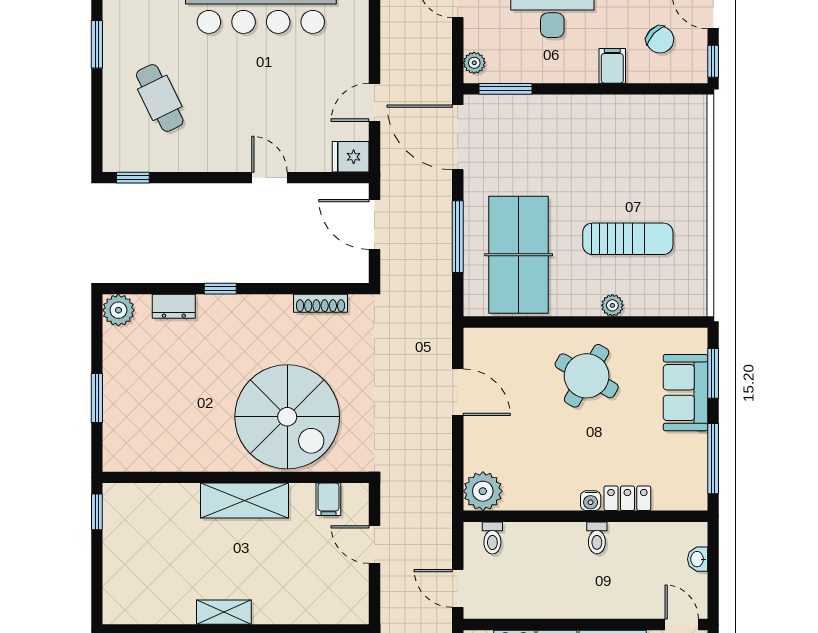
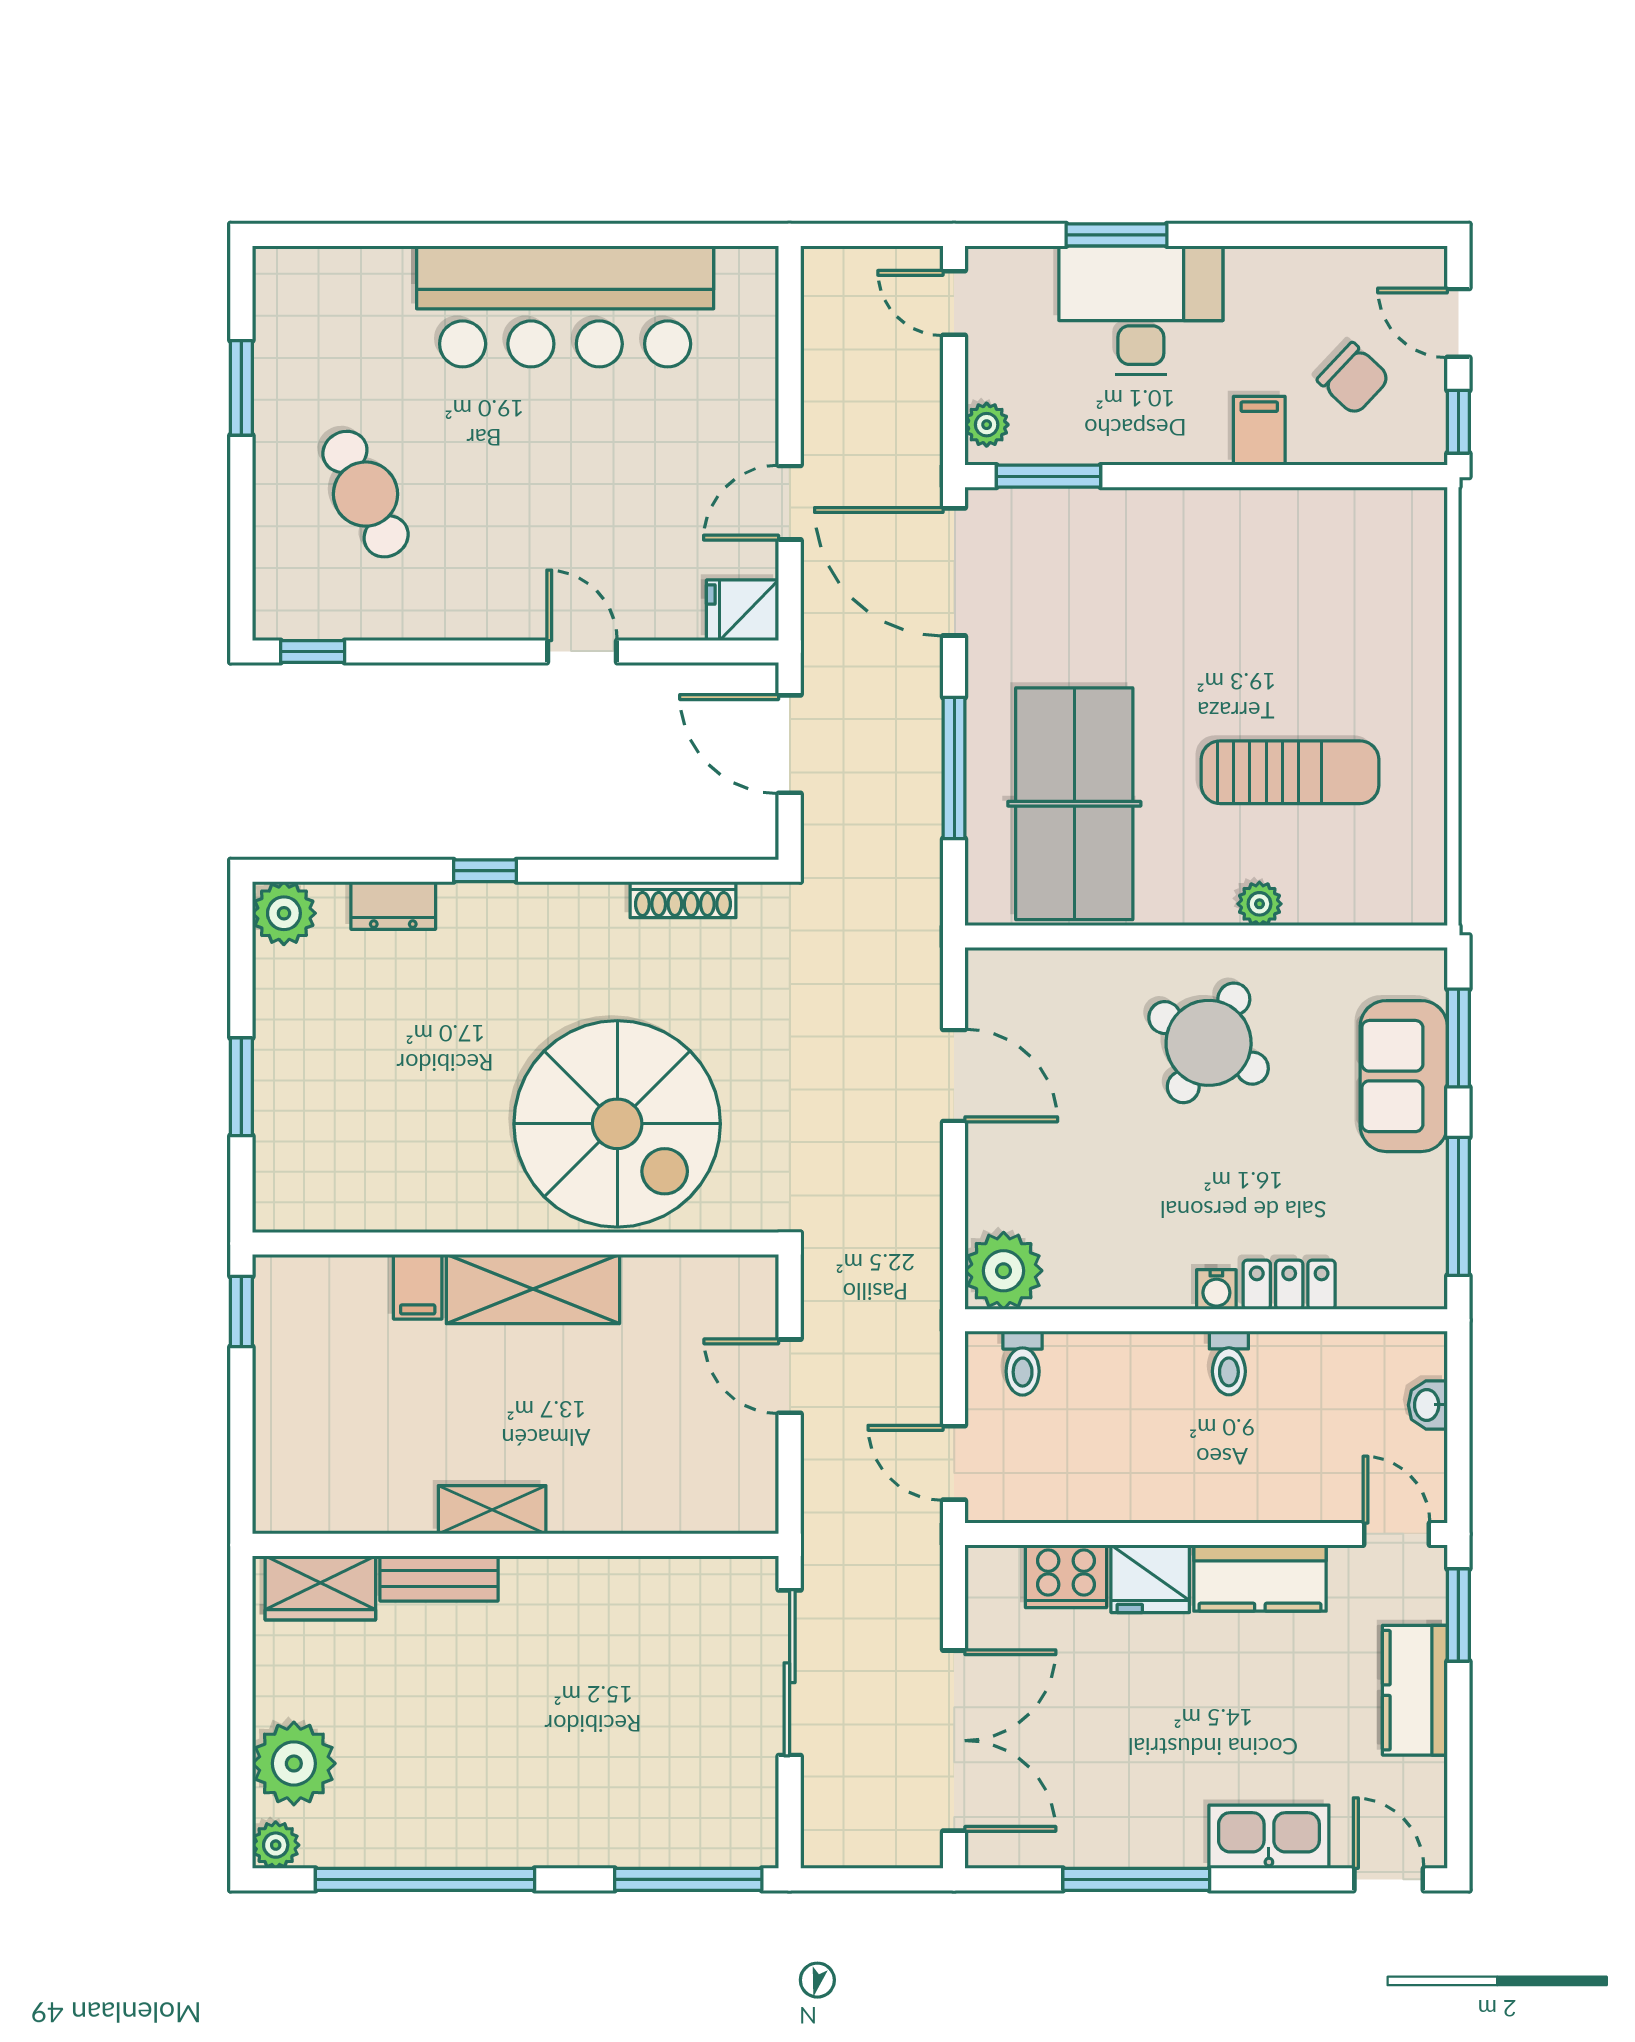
filing cabinet: (328, 499) -> (418, 1287), moved

